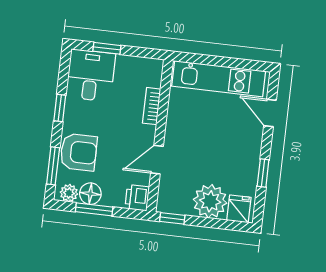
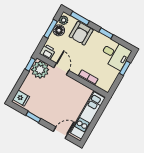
plant: (210, 201) -> (40, 70), moved

